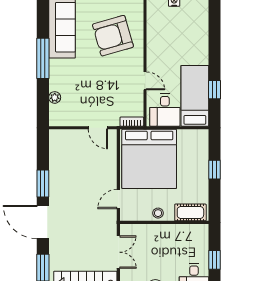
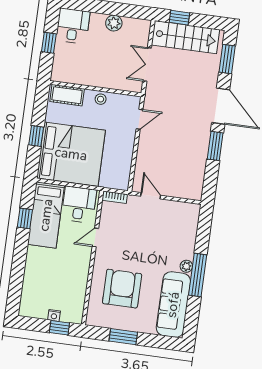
armchair: (113, 36) -> (122, 289), turned -74
door: (145, 81) -> (95, 237), hinge flipped
plant: (55, 97) -> (186, 266), moved
bed: (149, 159) -> (71, 154), moved, turned 90

